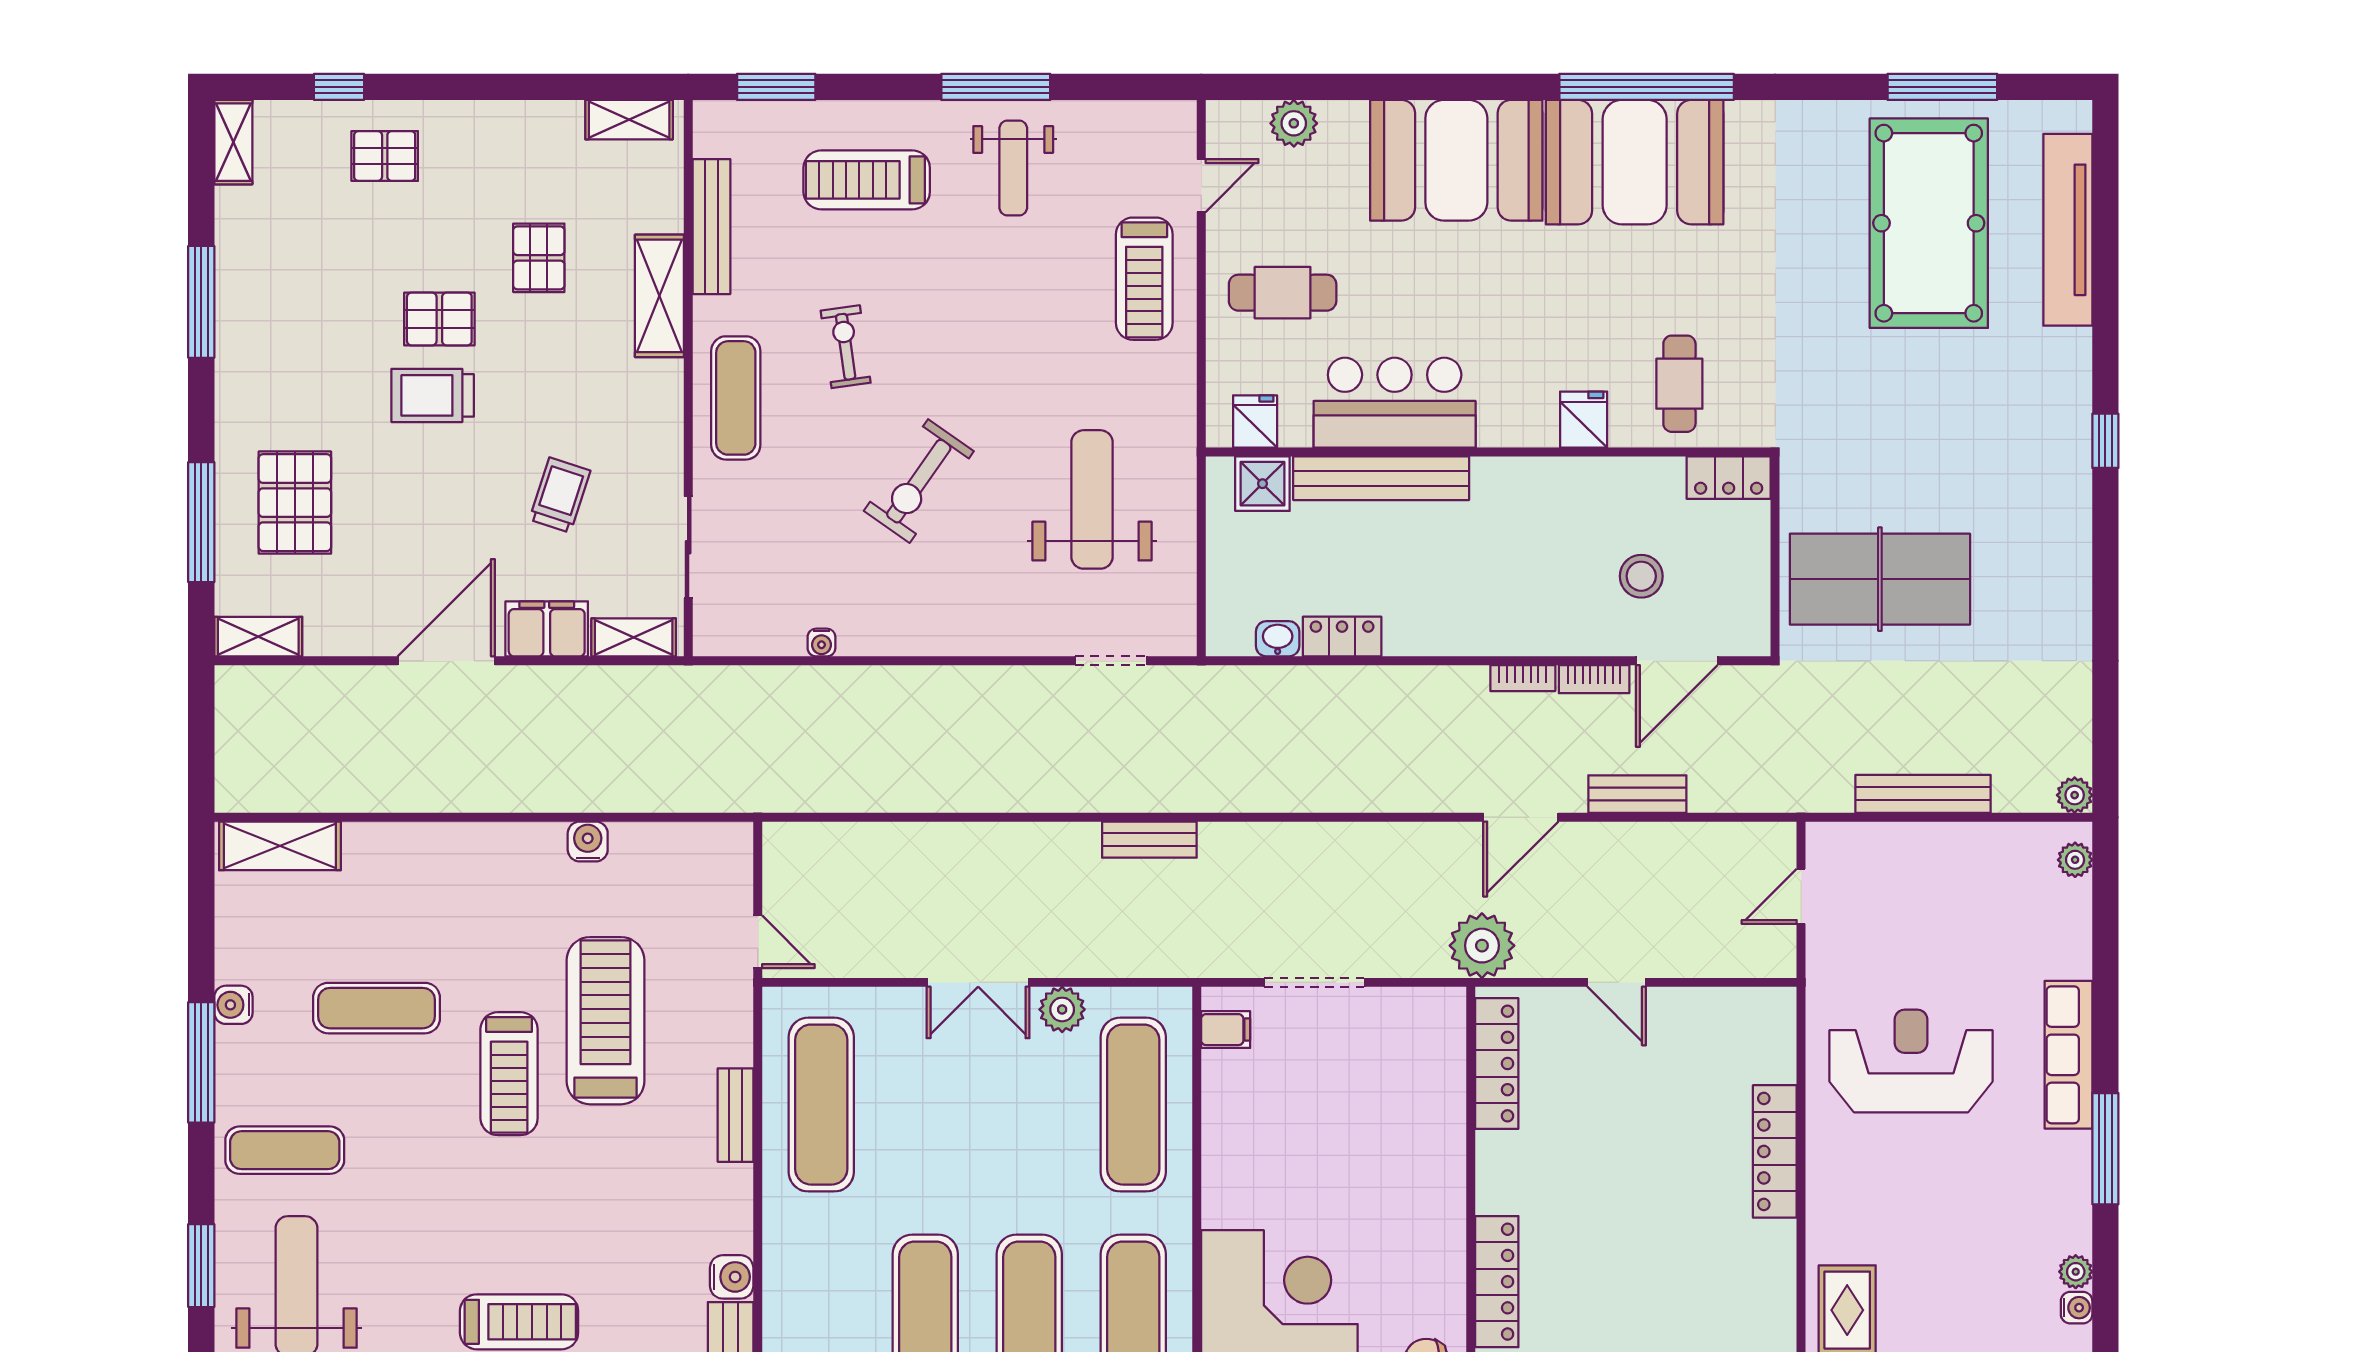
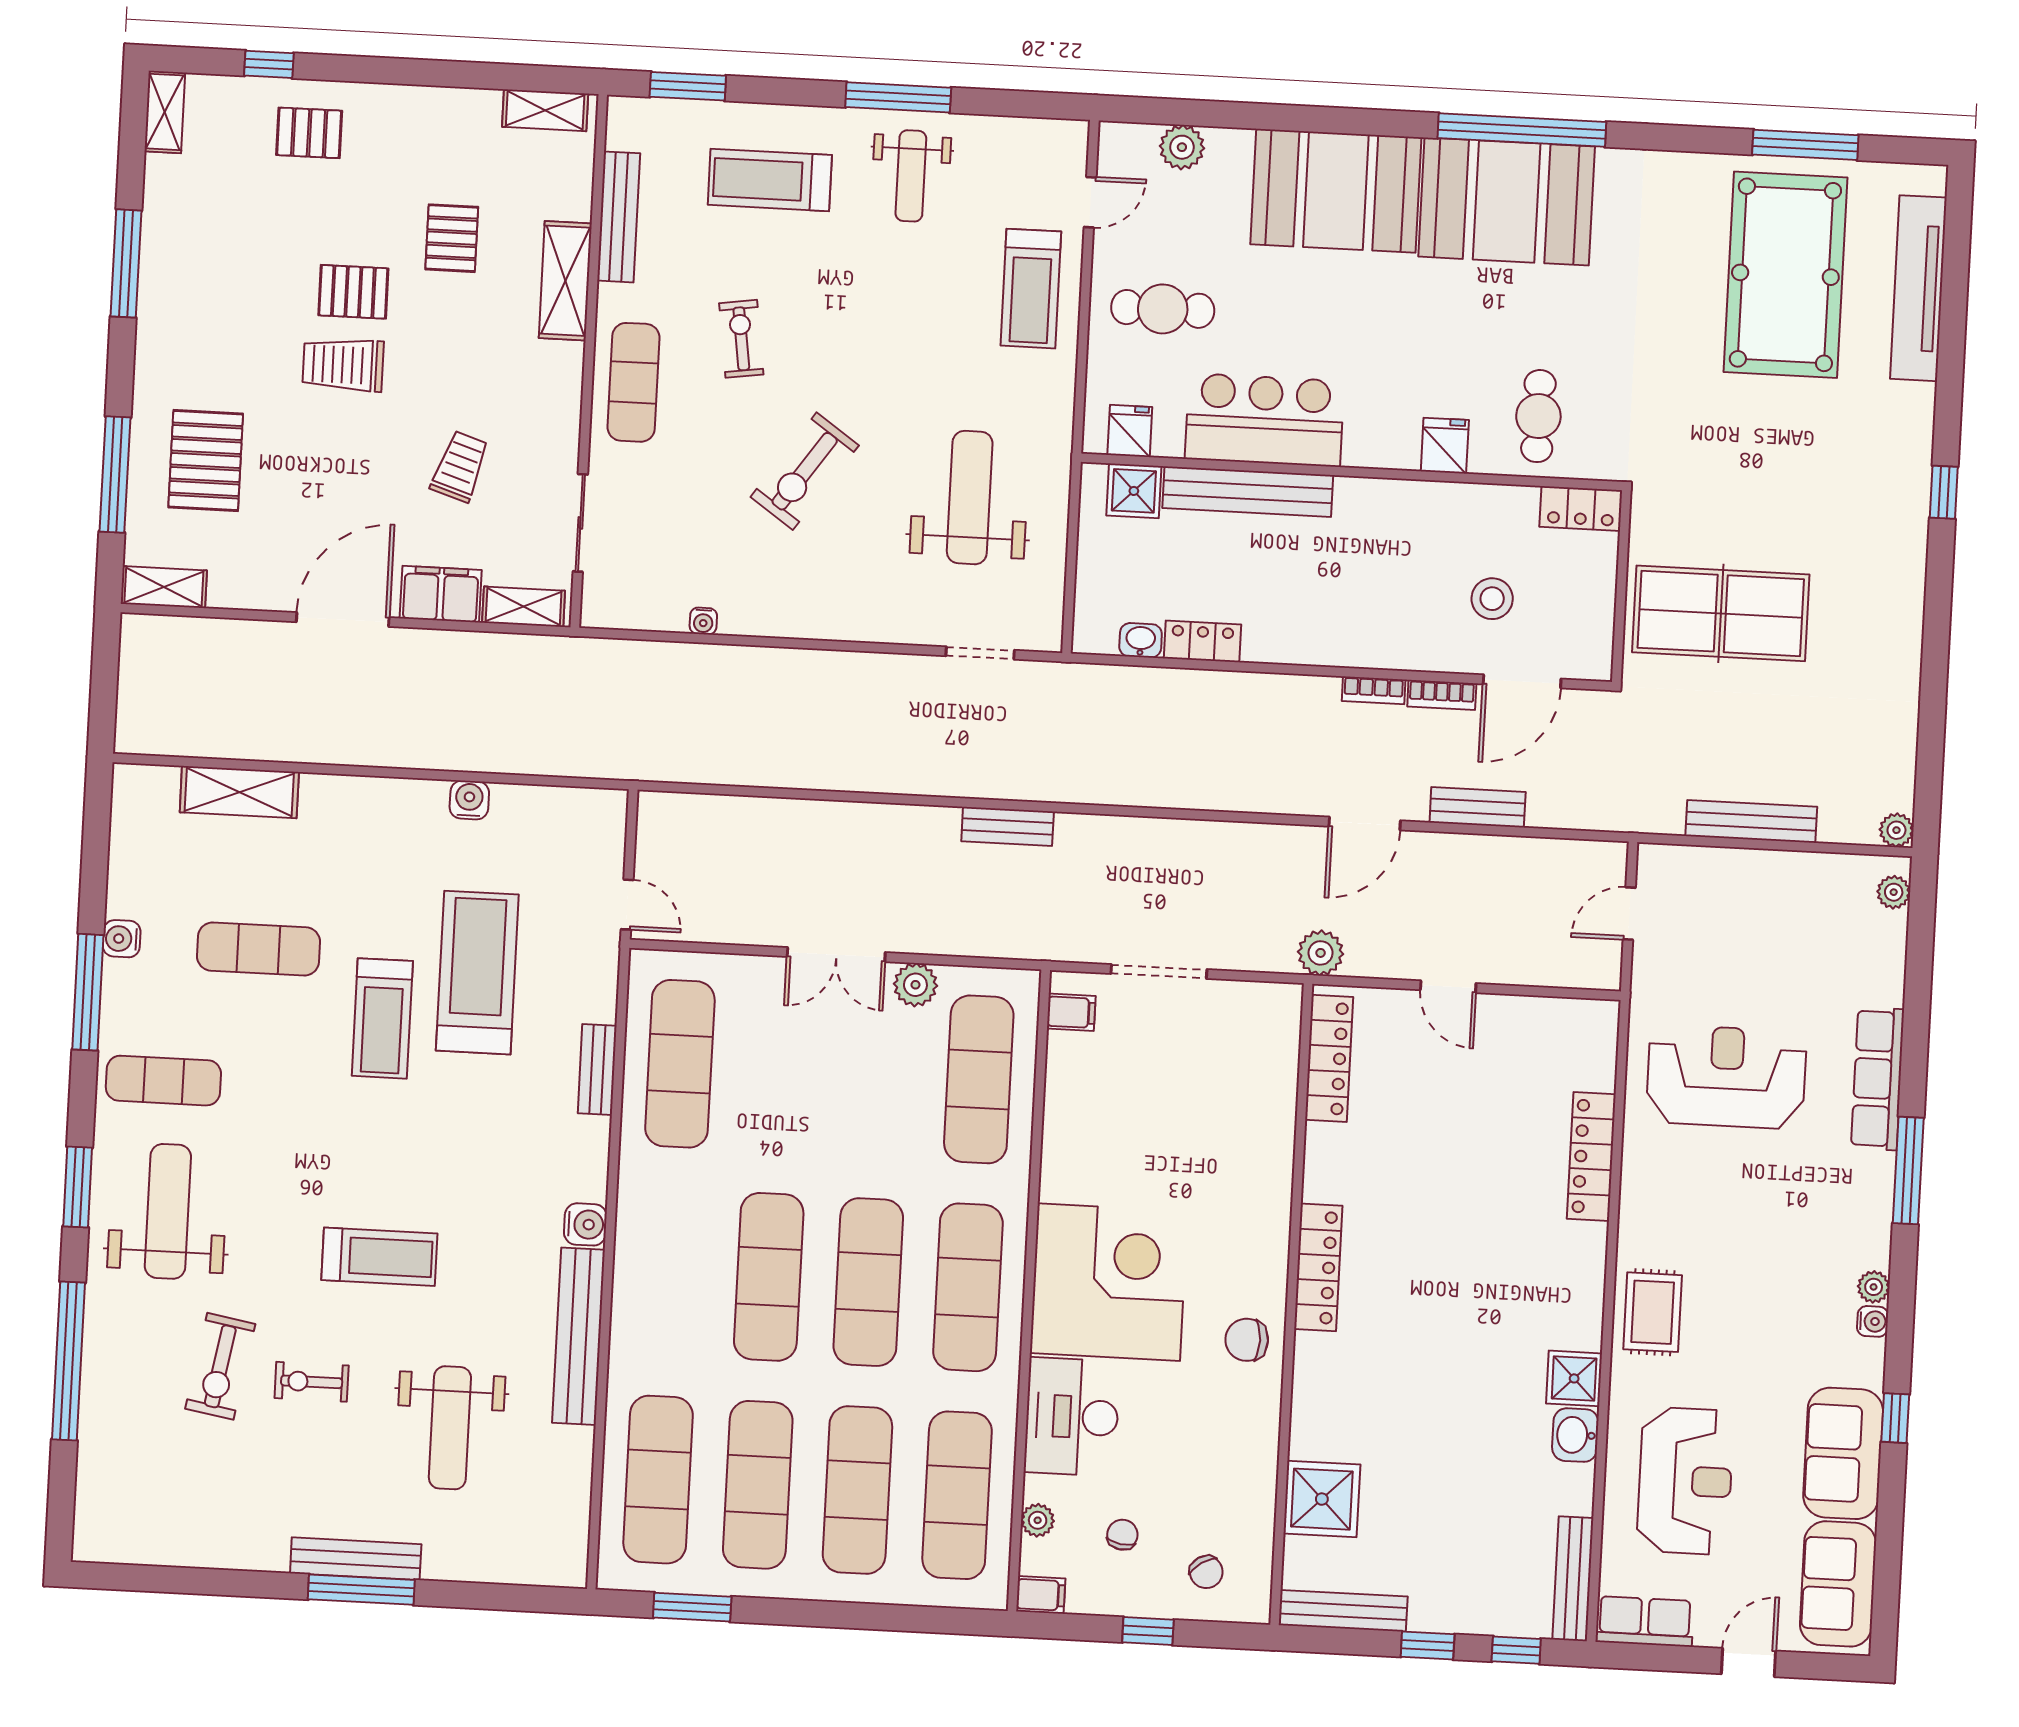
shelving: (280, 846) -> (239, 792), moved
plant: (1482, 946) -> (1321, 953), width x0.73, depth x0.73

